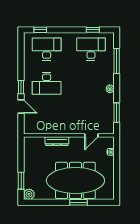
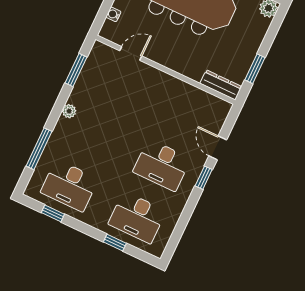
window: (40, 30) -> (115, 243), moved
desk: (47, 83) -> (162, 165), turned 180
dresser: (57, 141) -> (221, 85), moved
window: (21, 181) -> (255, 69), moved

